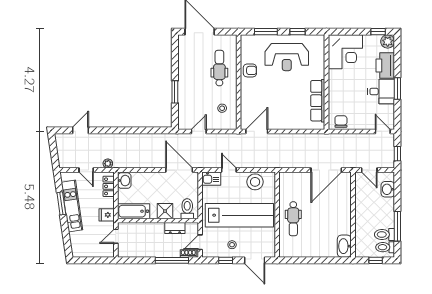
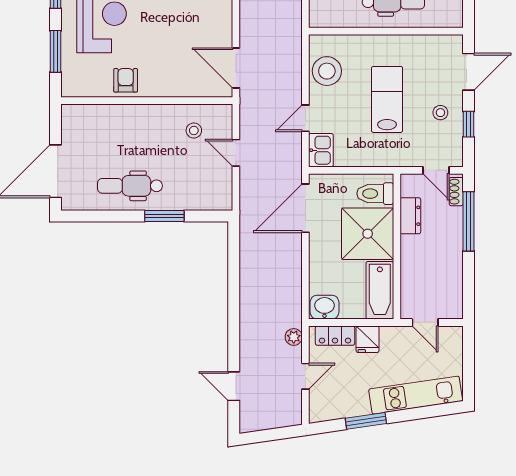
dental chair: (219, 68) -> (130, 186), moved
door: (199, 131) -> (236, 153), moved
kitchen unit: (72, 206) -> (416, 395), moved
shower: (165, 211) -> (368, 234), width x1.86, depth x1.86
fridge: (107, 215) -> (368, 339), moved
lab bench: (239, 215) -> (387, 99), width x0.54, depth x0.72

